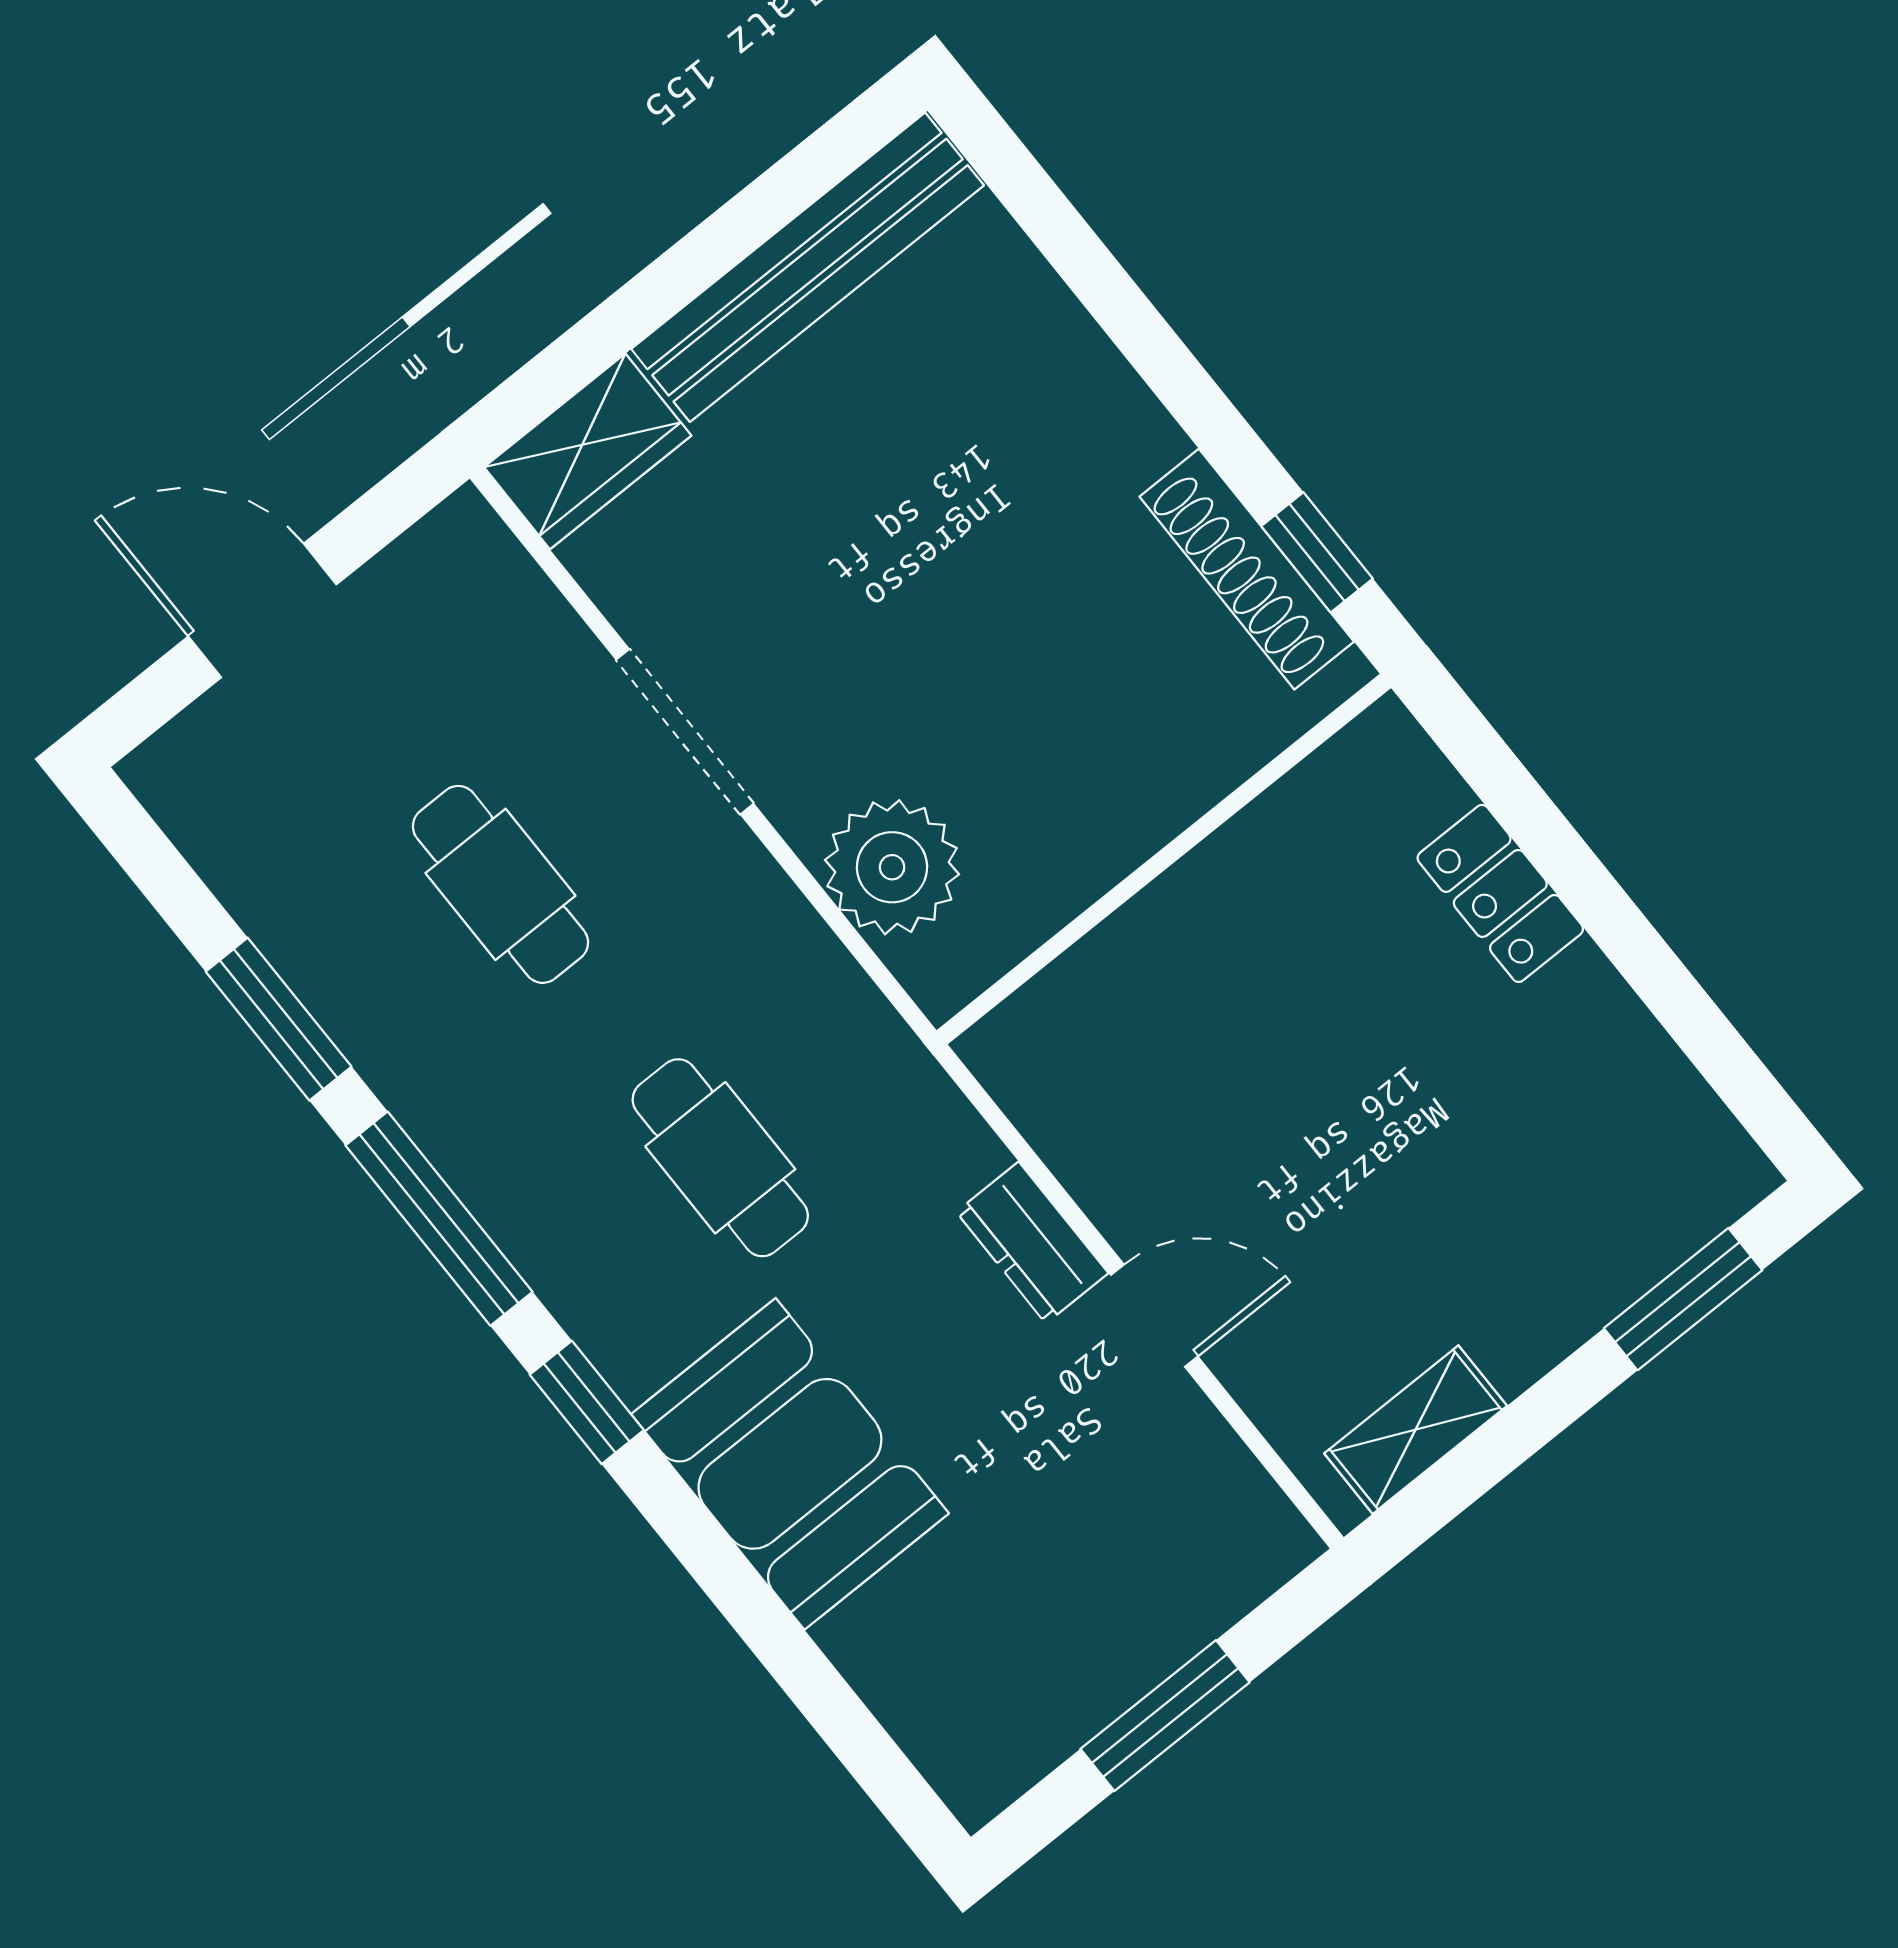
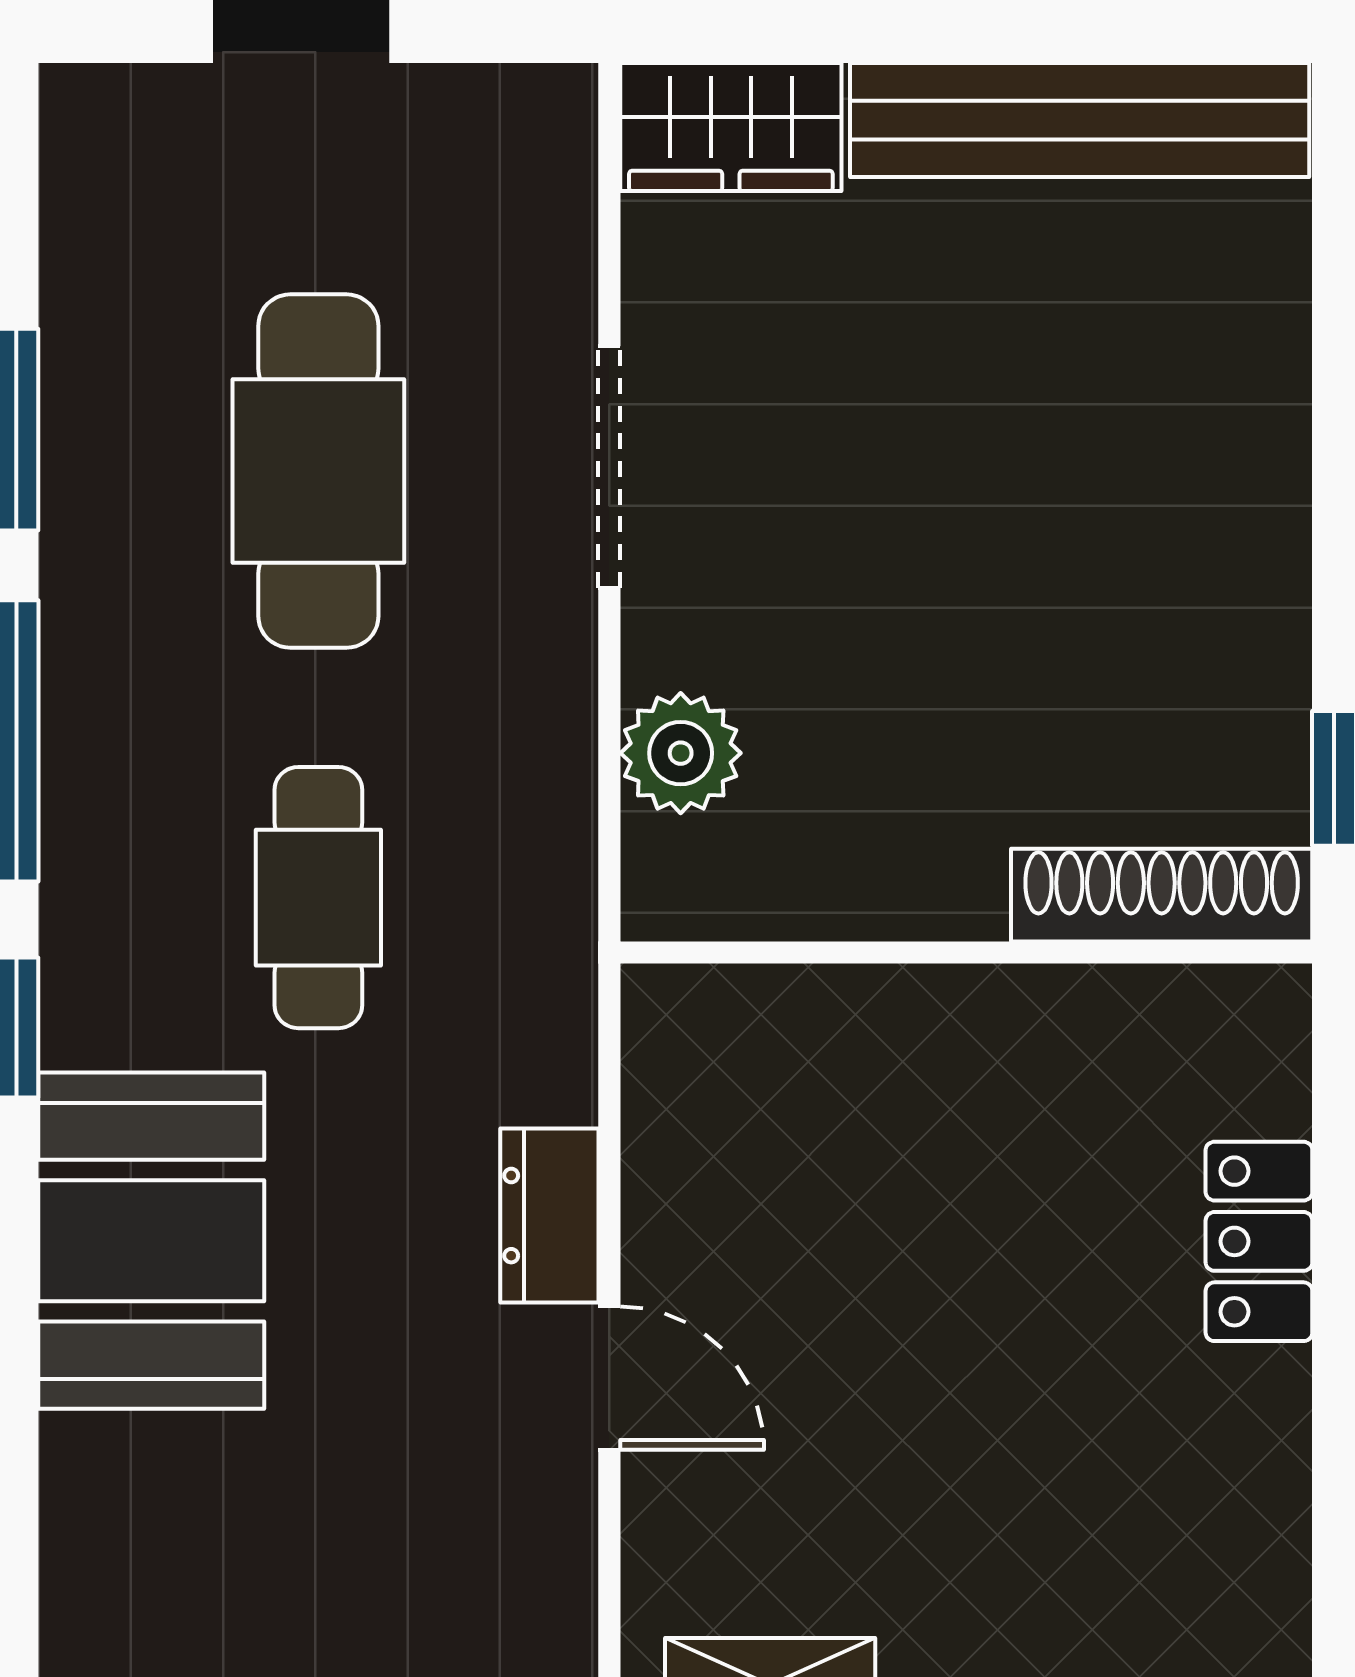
shoe rack: (1247, 569) -> (1162, 895), moved, turned 90
plant: (892, 867) -> (681, 753), width x0.73, depth x0.73
cafe table: (500, 884) -> (318, 471), width x1.37, depth x1.35

